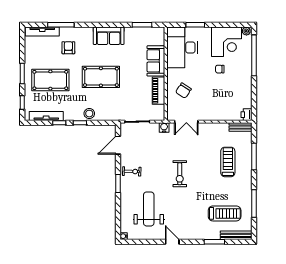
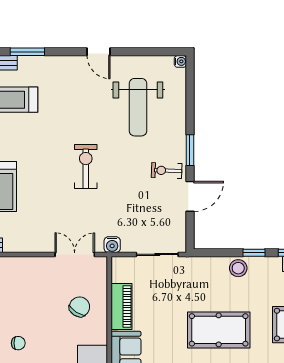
door: (118, 145) -> (190, 196), moved

